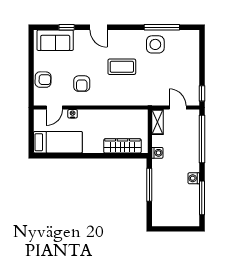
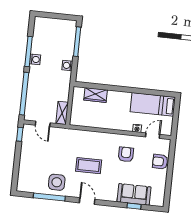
door: (99, 27) -> (87, 201), moved
sofa: (55, 40) -> (134, 194), moved
wardrobe: (122, 146) -> (96, 95), width x0.67
washing machine: (157, 153) -> (67, 65), moved
window: (149, 185) -> (77, 42), moved
window: (202, 198) -> (29, 51), moved

